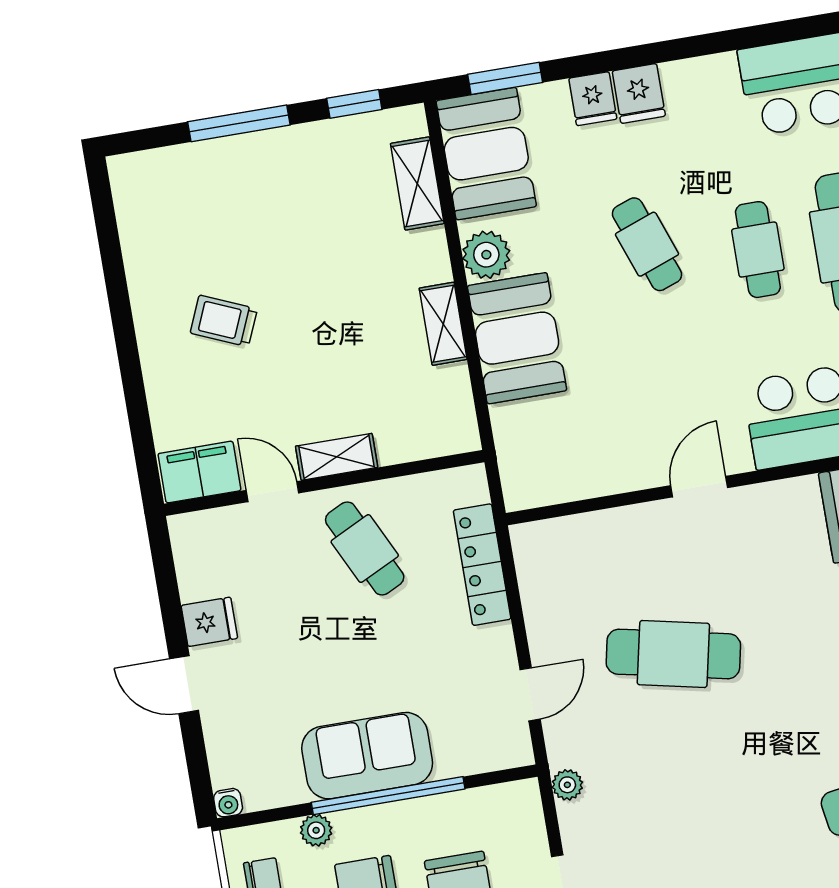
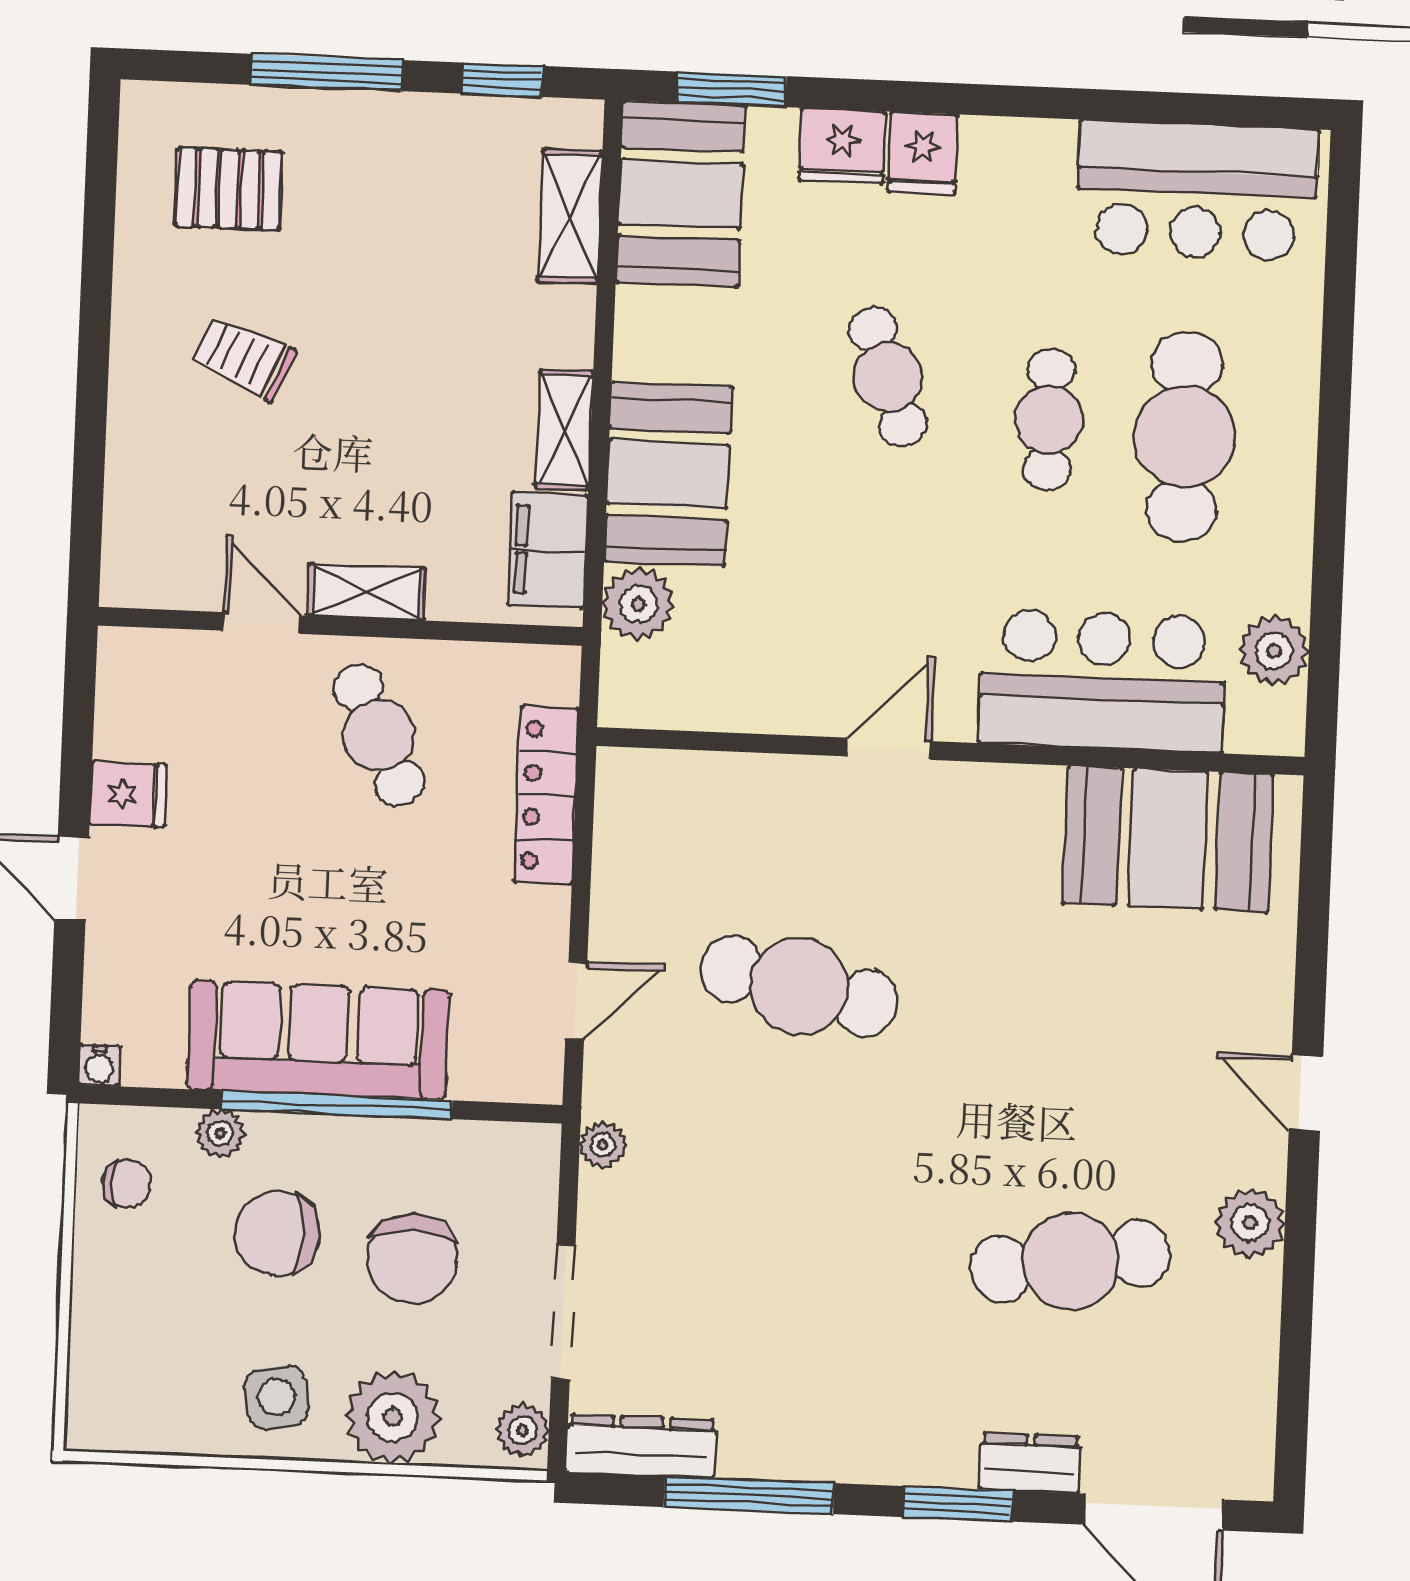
fridge: (593, 99) -> (842, 146), width x1.38
pallet: (191, 213) -> (229, 189), added
plant: (486, 255) -> (638, 604), moved
filing cabinet: (199, 472) -> (548, 550), moved, turned -90
sofa: (367, 756) -> (318, 1040), width x1.36

